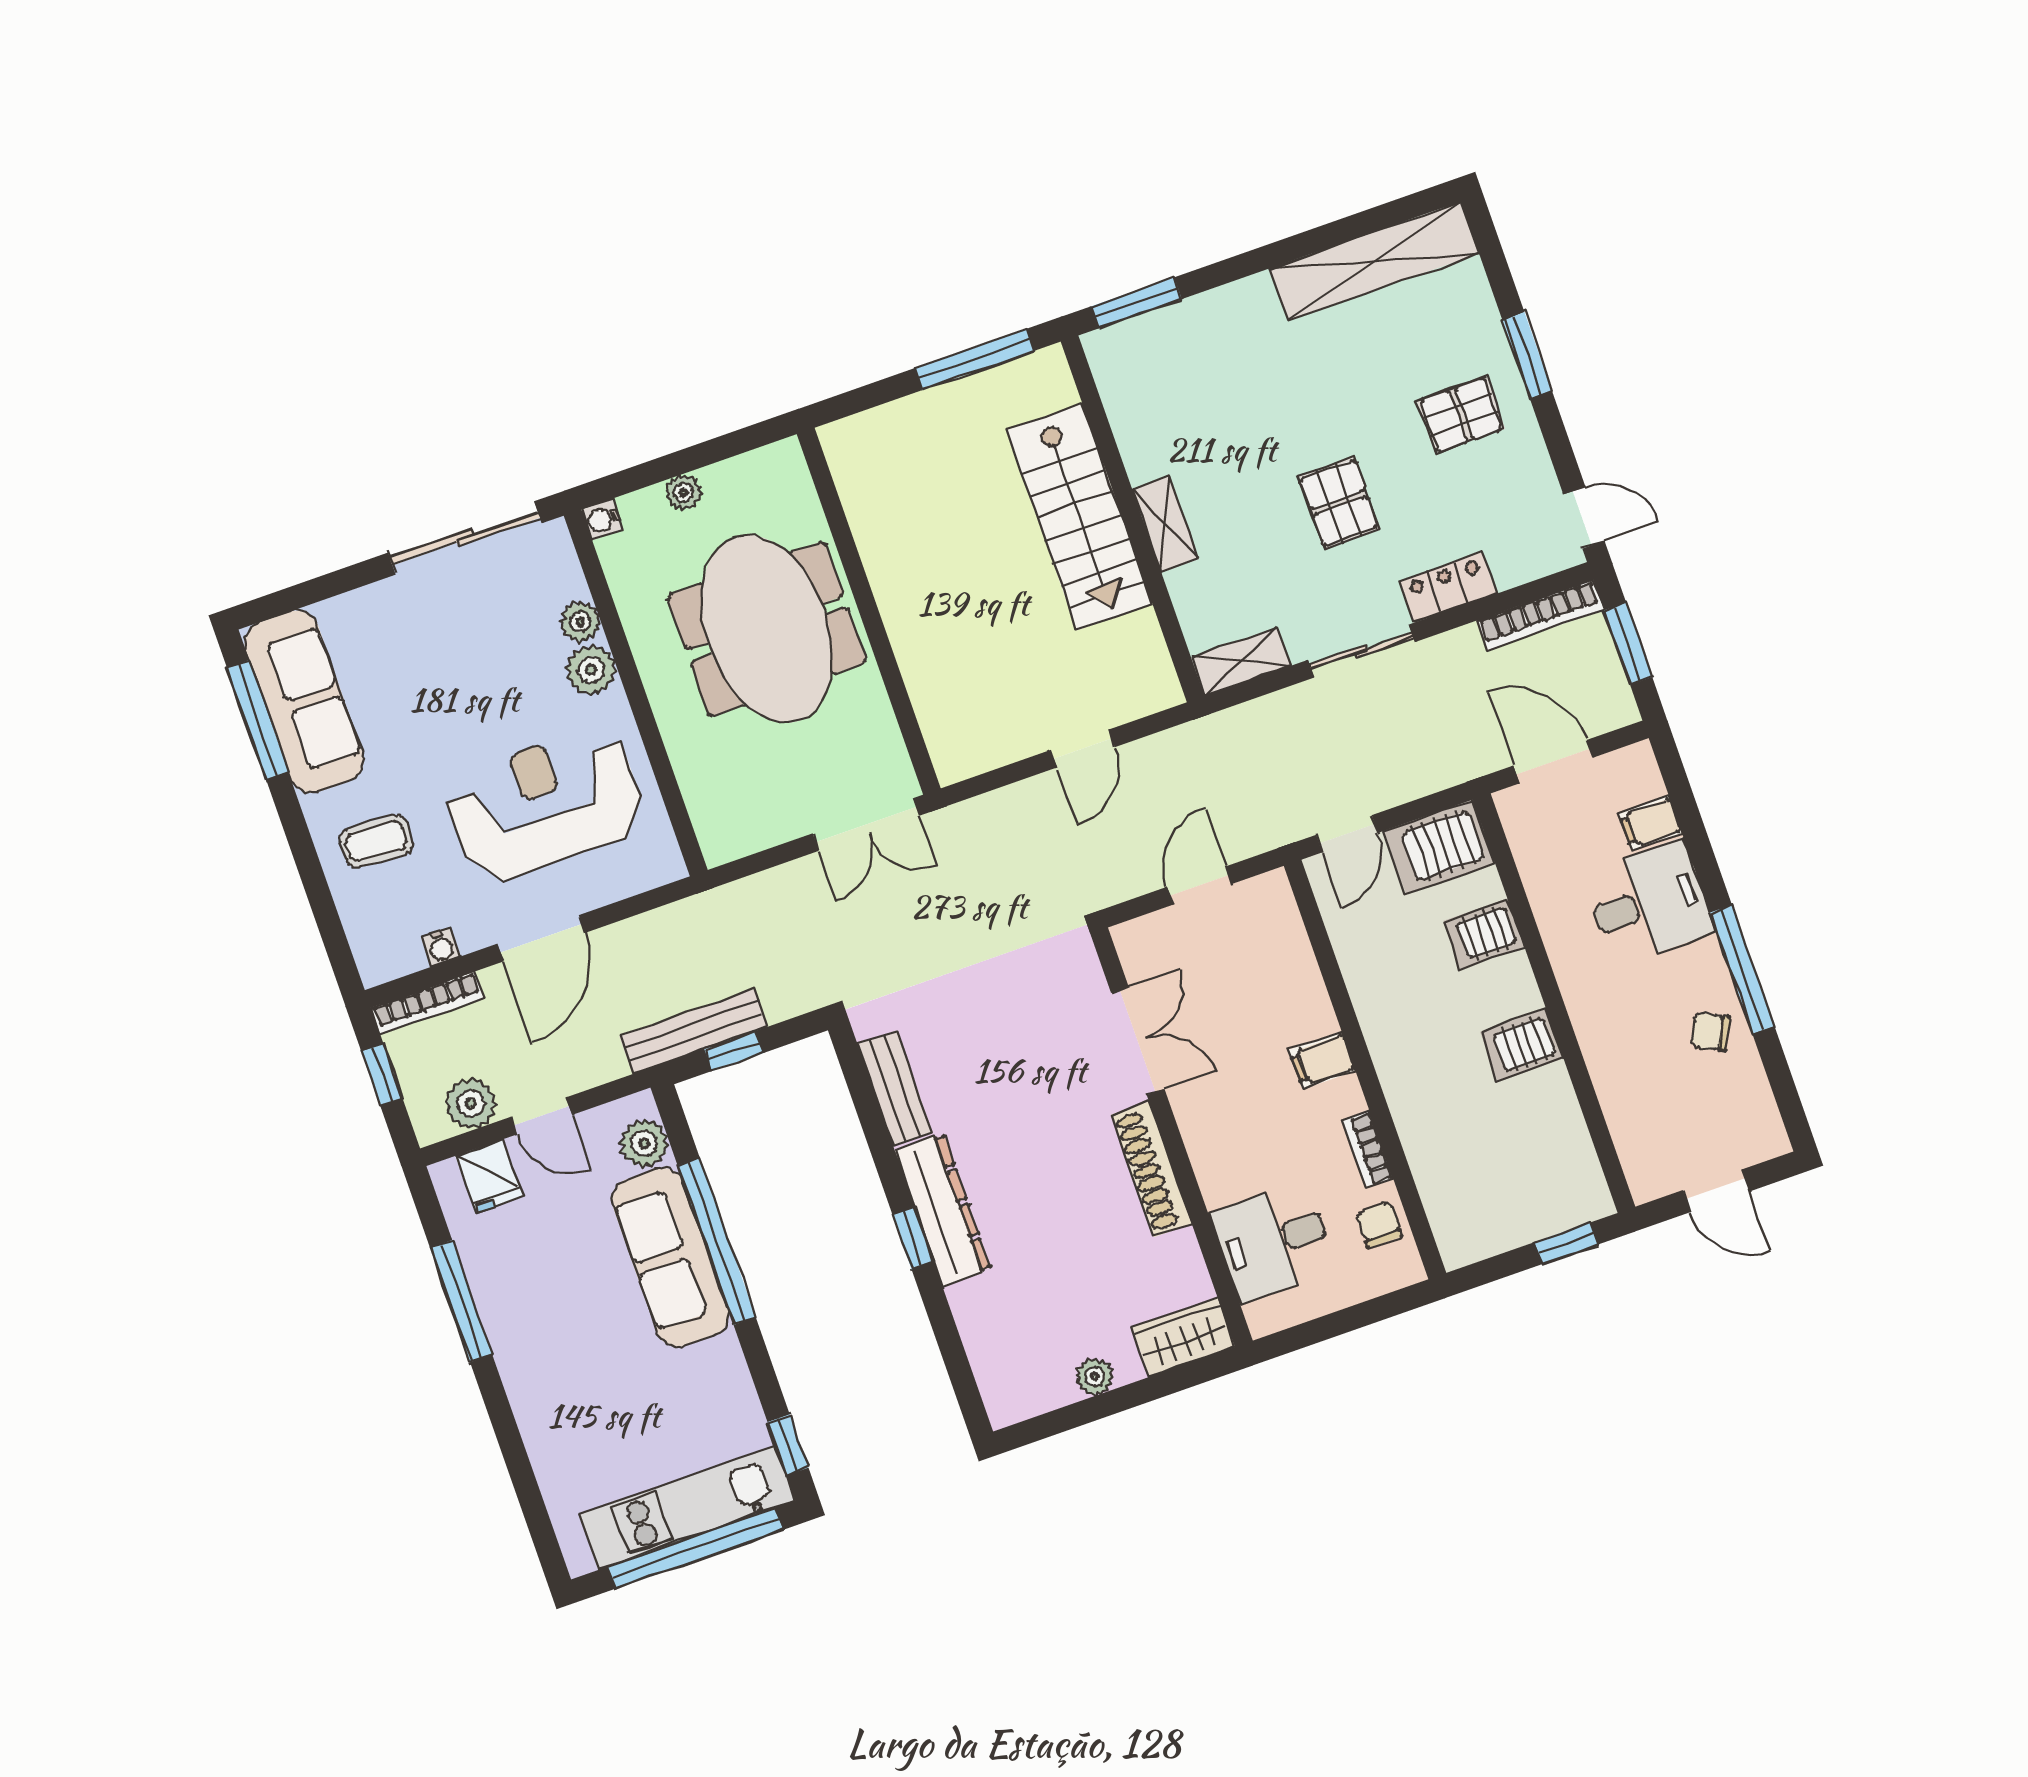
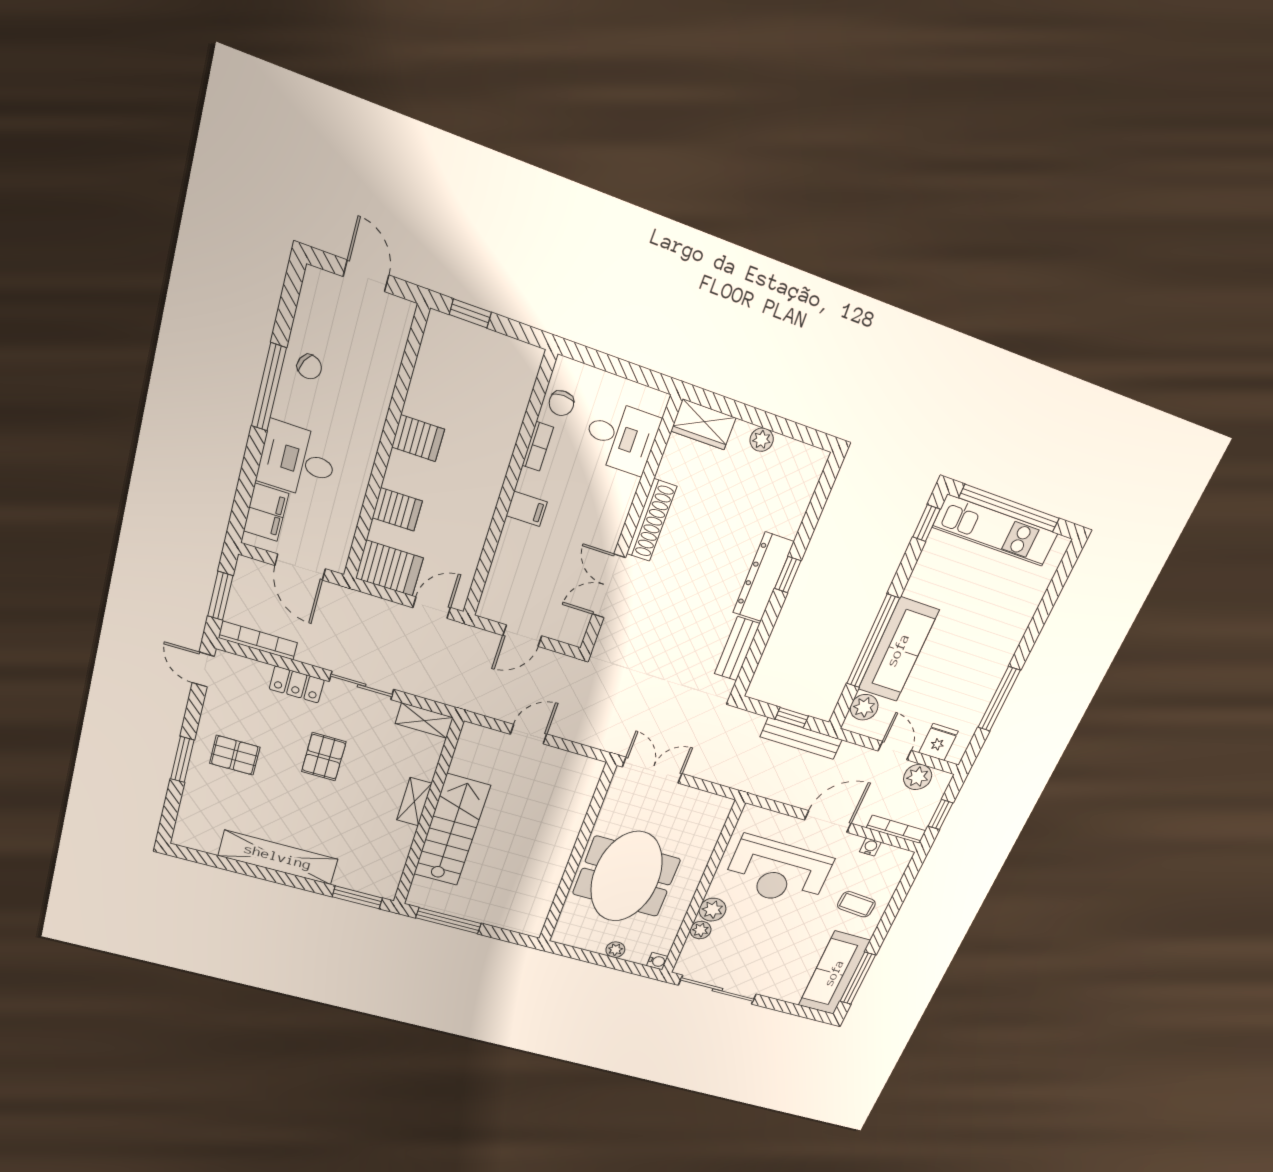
shelving: (1375, 261) -> (278, 857), moved
filing cabinet: (1650, 823) -> (266, 512), width x2.00

